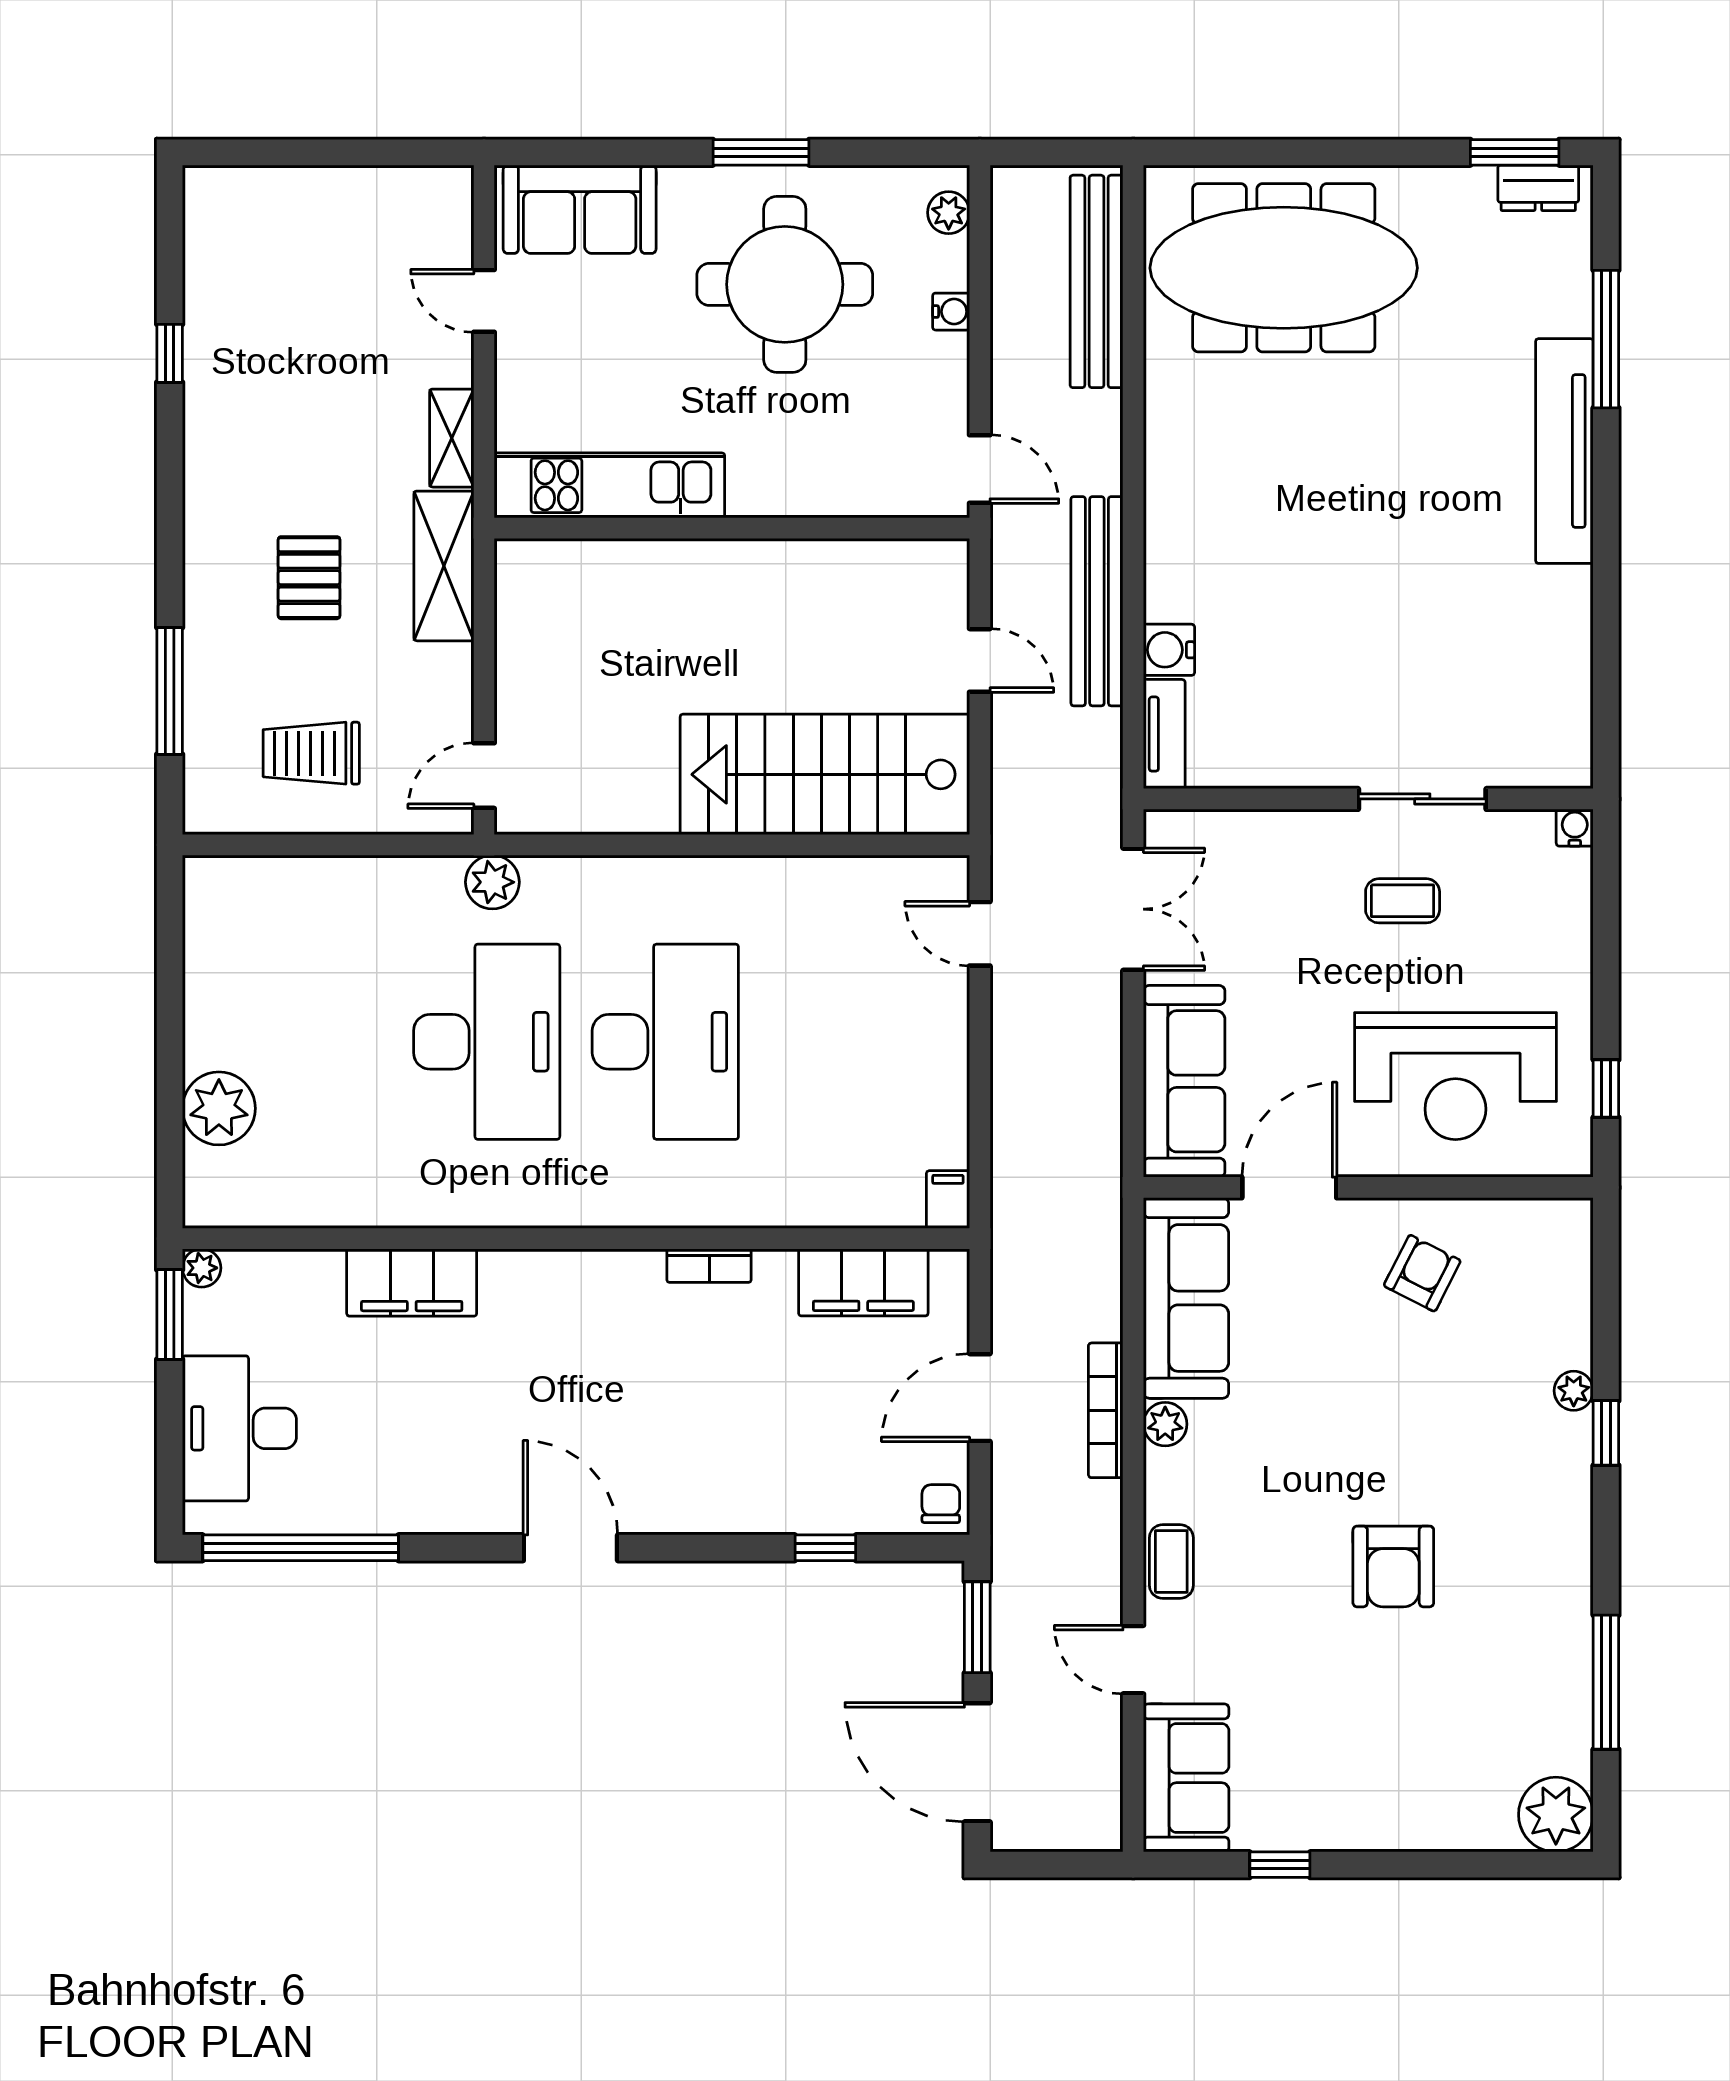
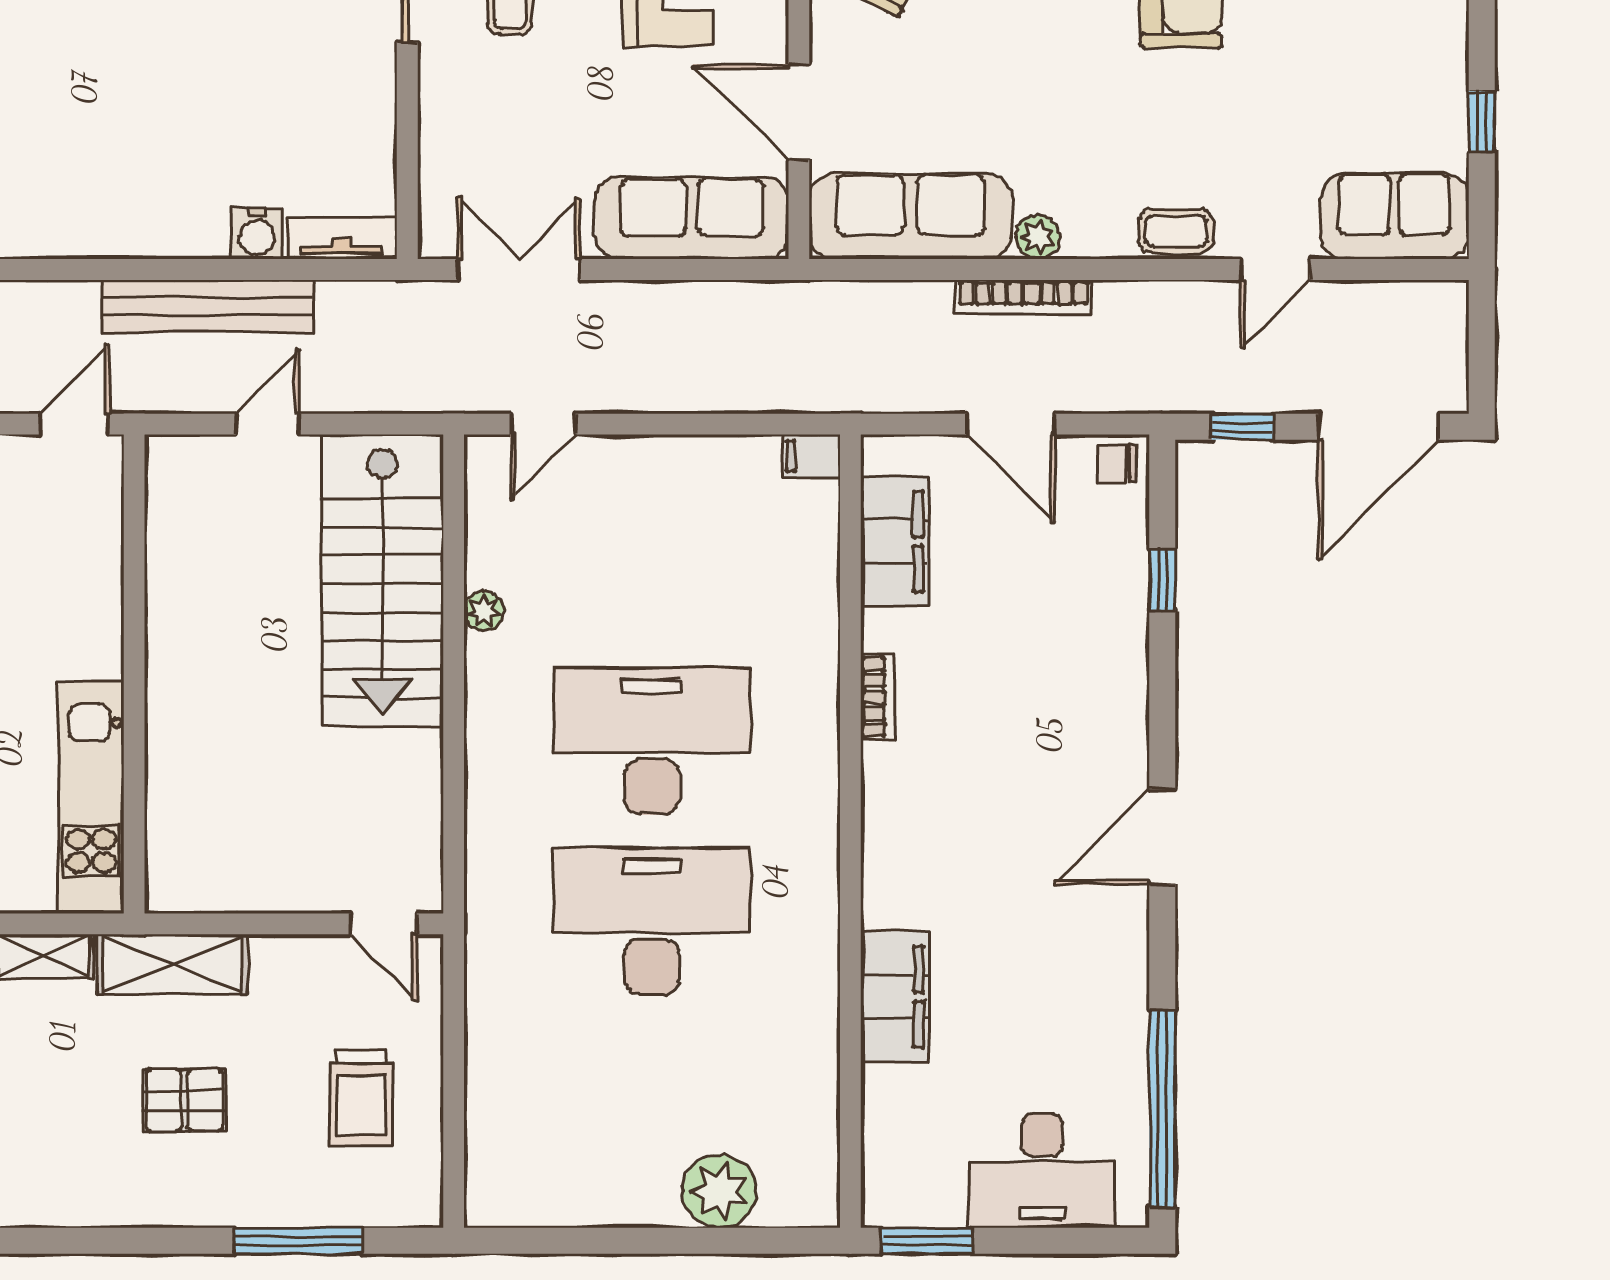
plant: (492, 882) -> (484, 611), moved, width x0.73, depth x0.73
plant: (202, 1268) -> (880, 1209), removed
window: (977, 1627) -> (1242, 427), width x0.67

